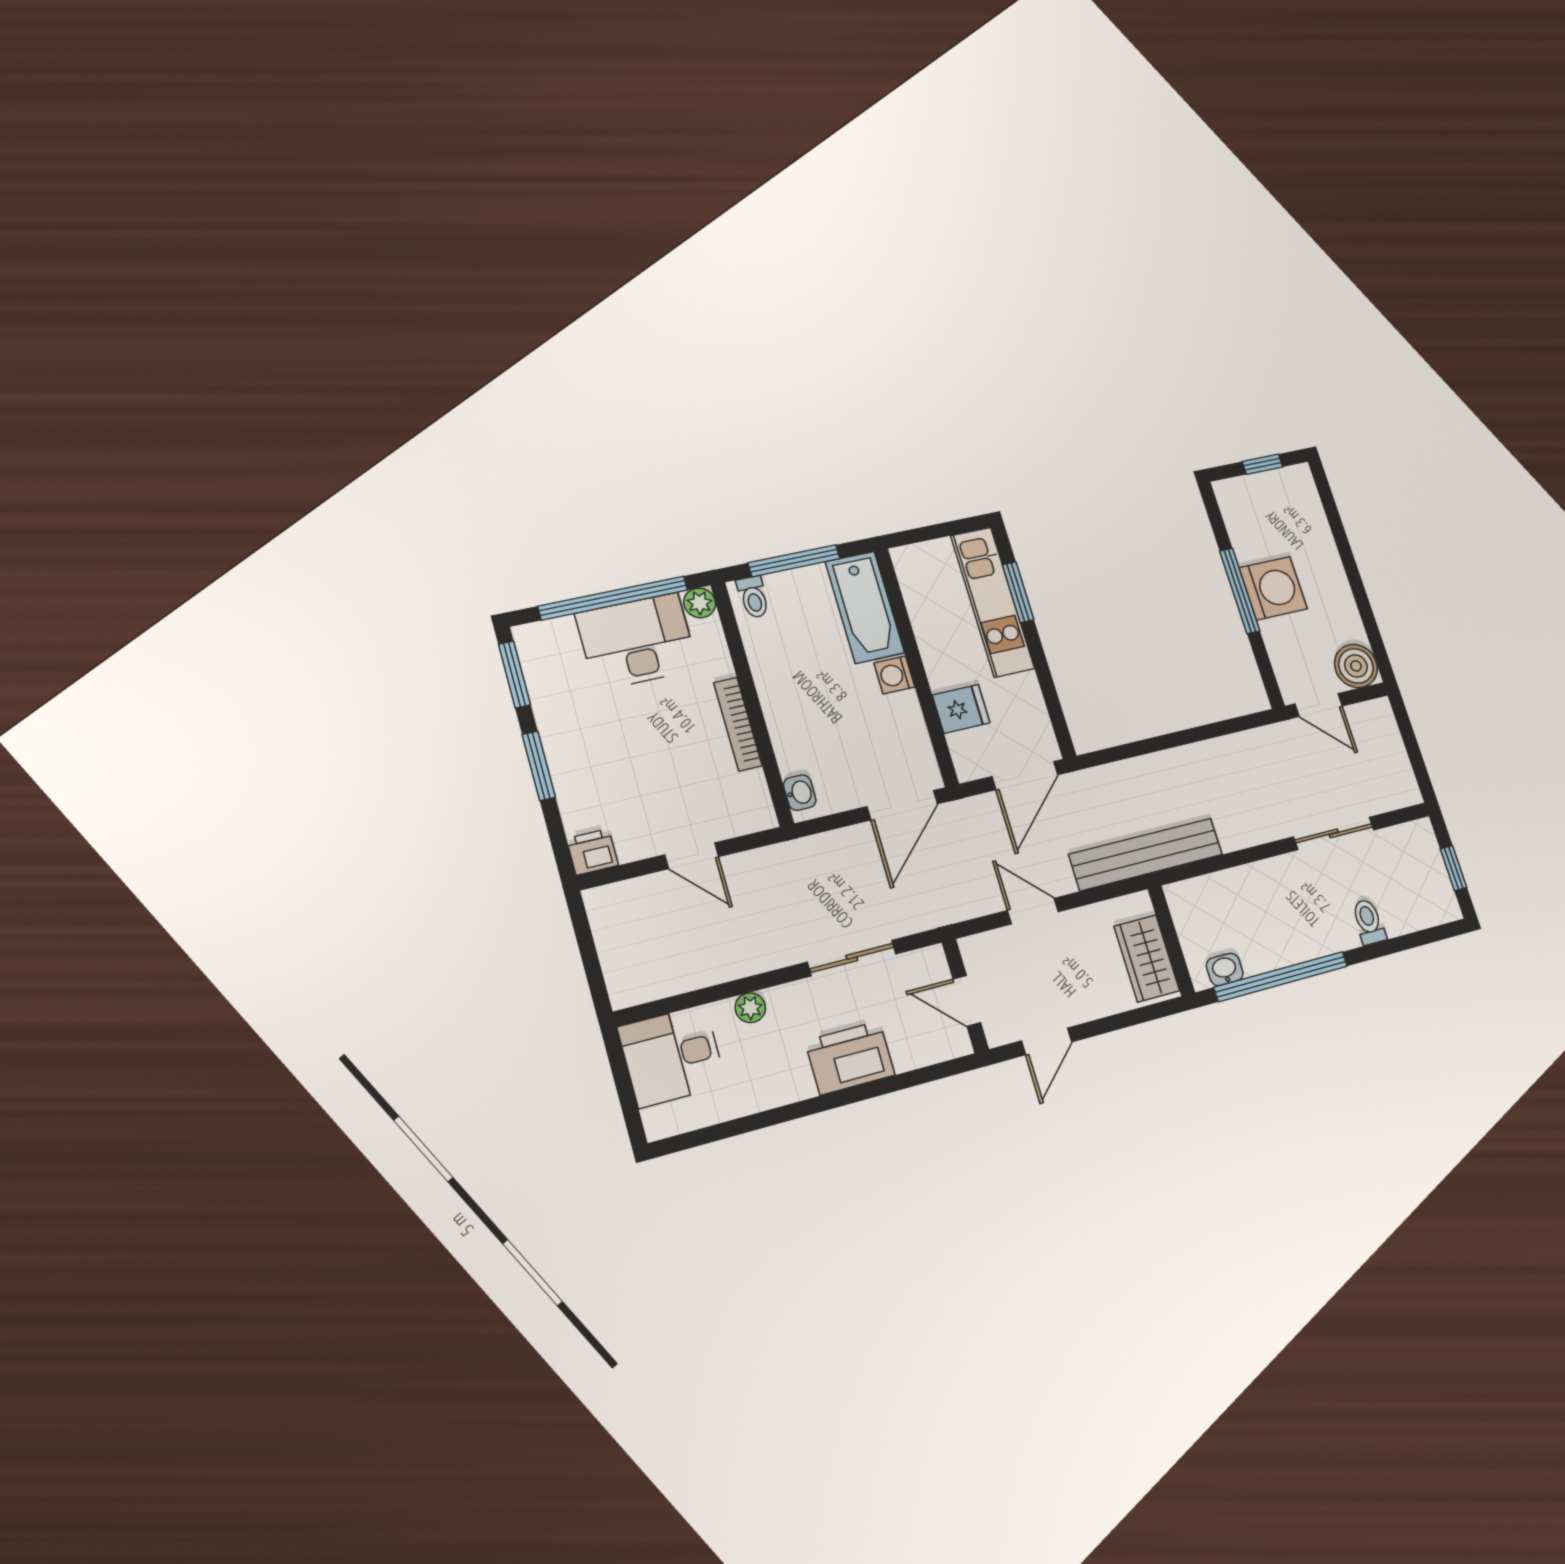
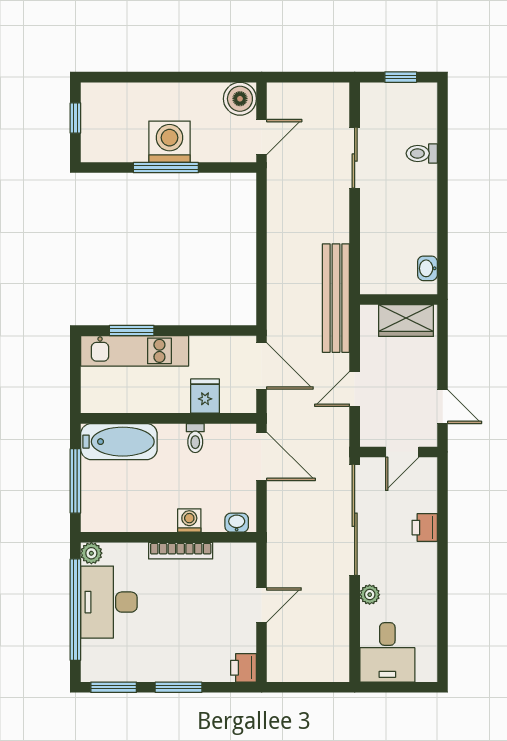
toilet: (753, 597) -> (195, 438), moved, turned 90
washing machine: (894, 675) -> (189, 520), moved, turned 180
sliding door: (852, 958) -> (355, 520), width x1.86
window: (1281, 977) -> (443, 230), removed
printer: (850, 1058) -> (425, 528), width x0.53, depth x0.68

